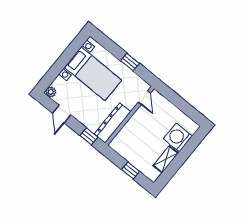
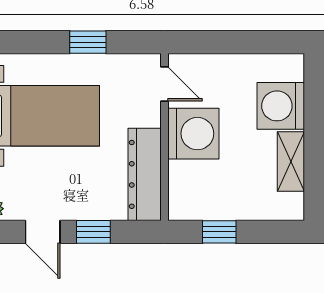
washing machine: (140, 123) -> (193, 134), added
window: (89, 136) -> (93, 232), moved
window: (131, 171) -> (219, 232), moved

